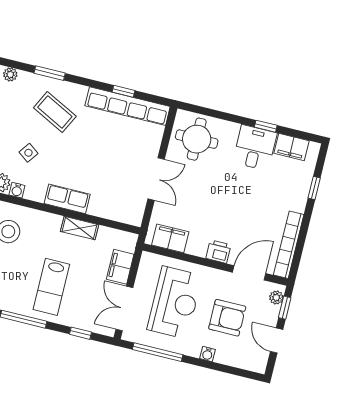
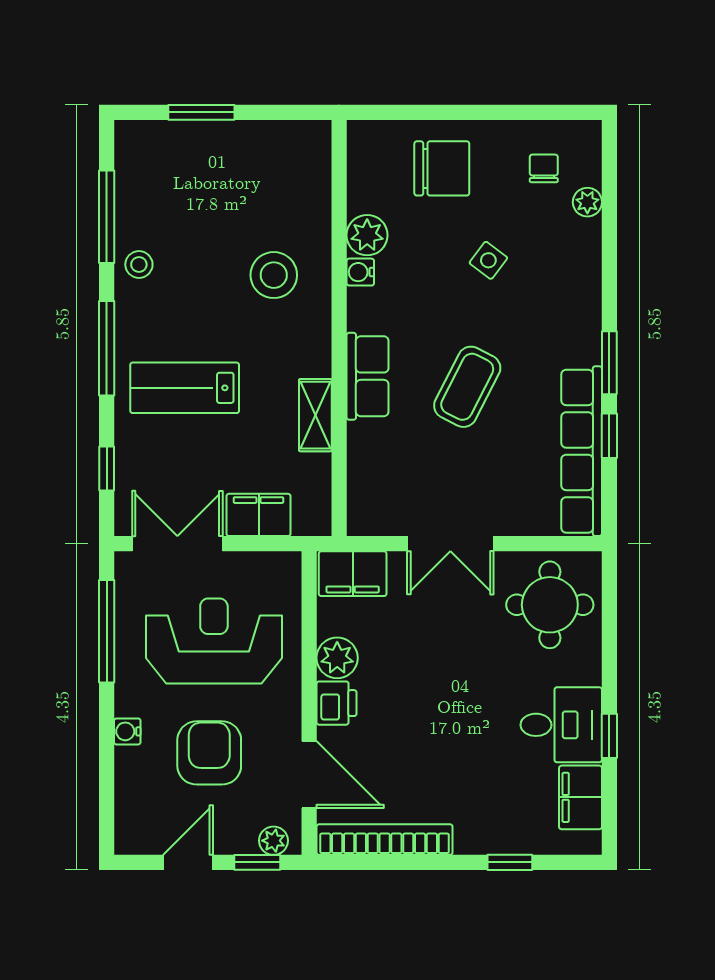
window: (50, 73) -> (609, 363), moved
coffee table: (55, 112) -> (467, 387), moved
side table: (28, 153) -> (488, 260), moved
filing cabinet: (170, 238) -> (353, 574), moved, turned 90
plant: (197, 246) -> (337, 658), added
reception desk: (175, 302) -> (214, 641), turned 180
armchair: (227, 318) -> (209, 753), turned 180

